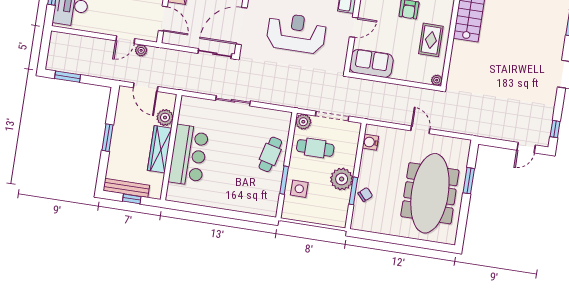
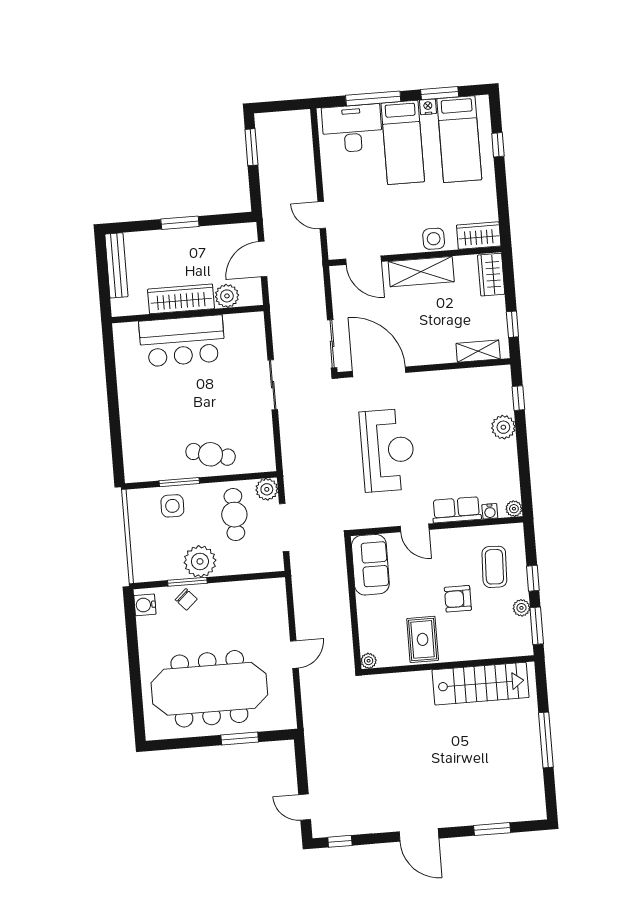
door: (163, 19) -> (364, 260), hinge flipped
rug: (431, 40) -> (423, 639), turned 90
plant: (141, 50) -> (312, 241), removed
water cooler: (370, 142) -> (145, 605), moved, turned -90
window: (132, 199) -> (103, 277), removed

